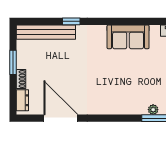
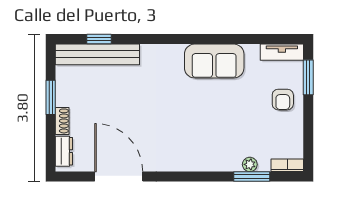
window: (71, 21) -> (99, 39), moved

